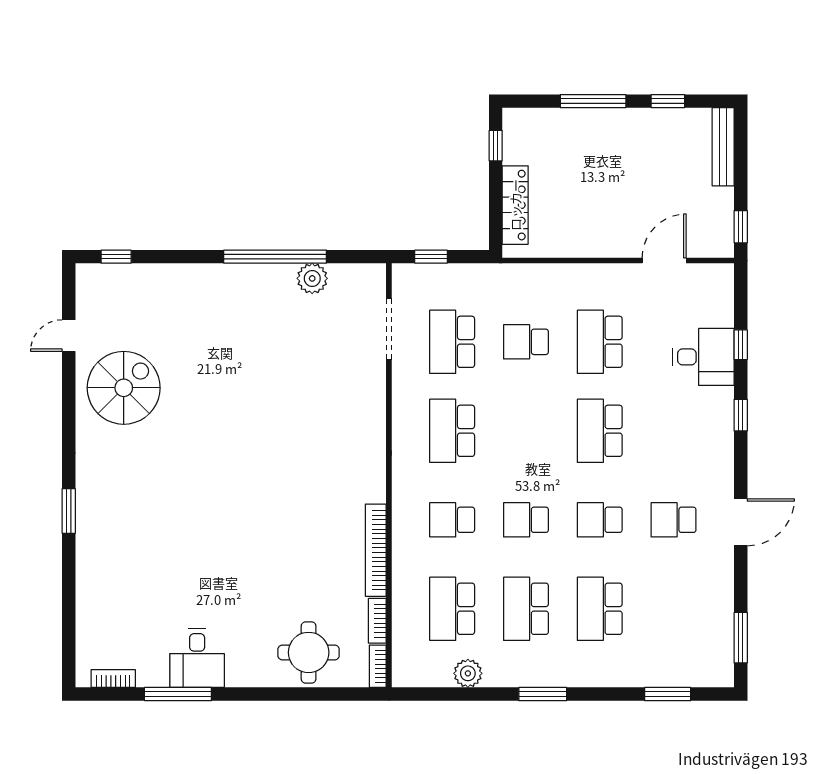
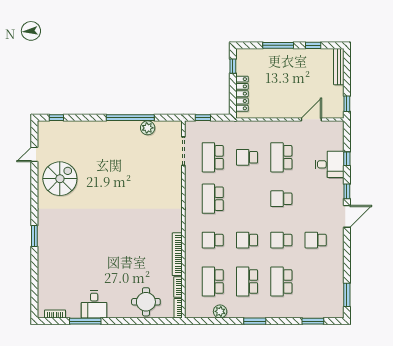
school desk: (600, 431) -> (281, 199), width x0.54
door: (741, 522) -> (347, 216), moved

